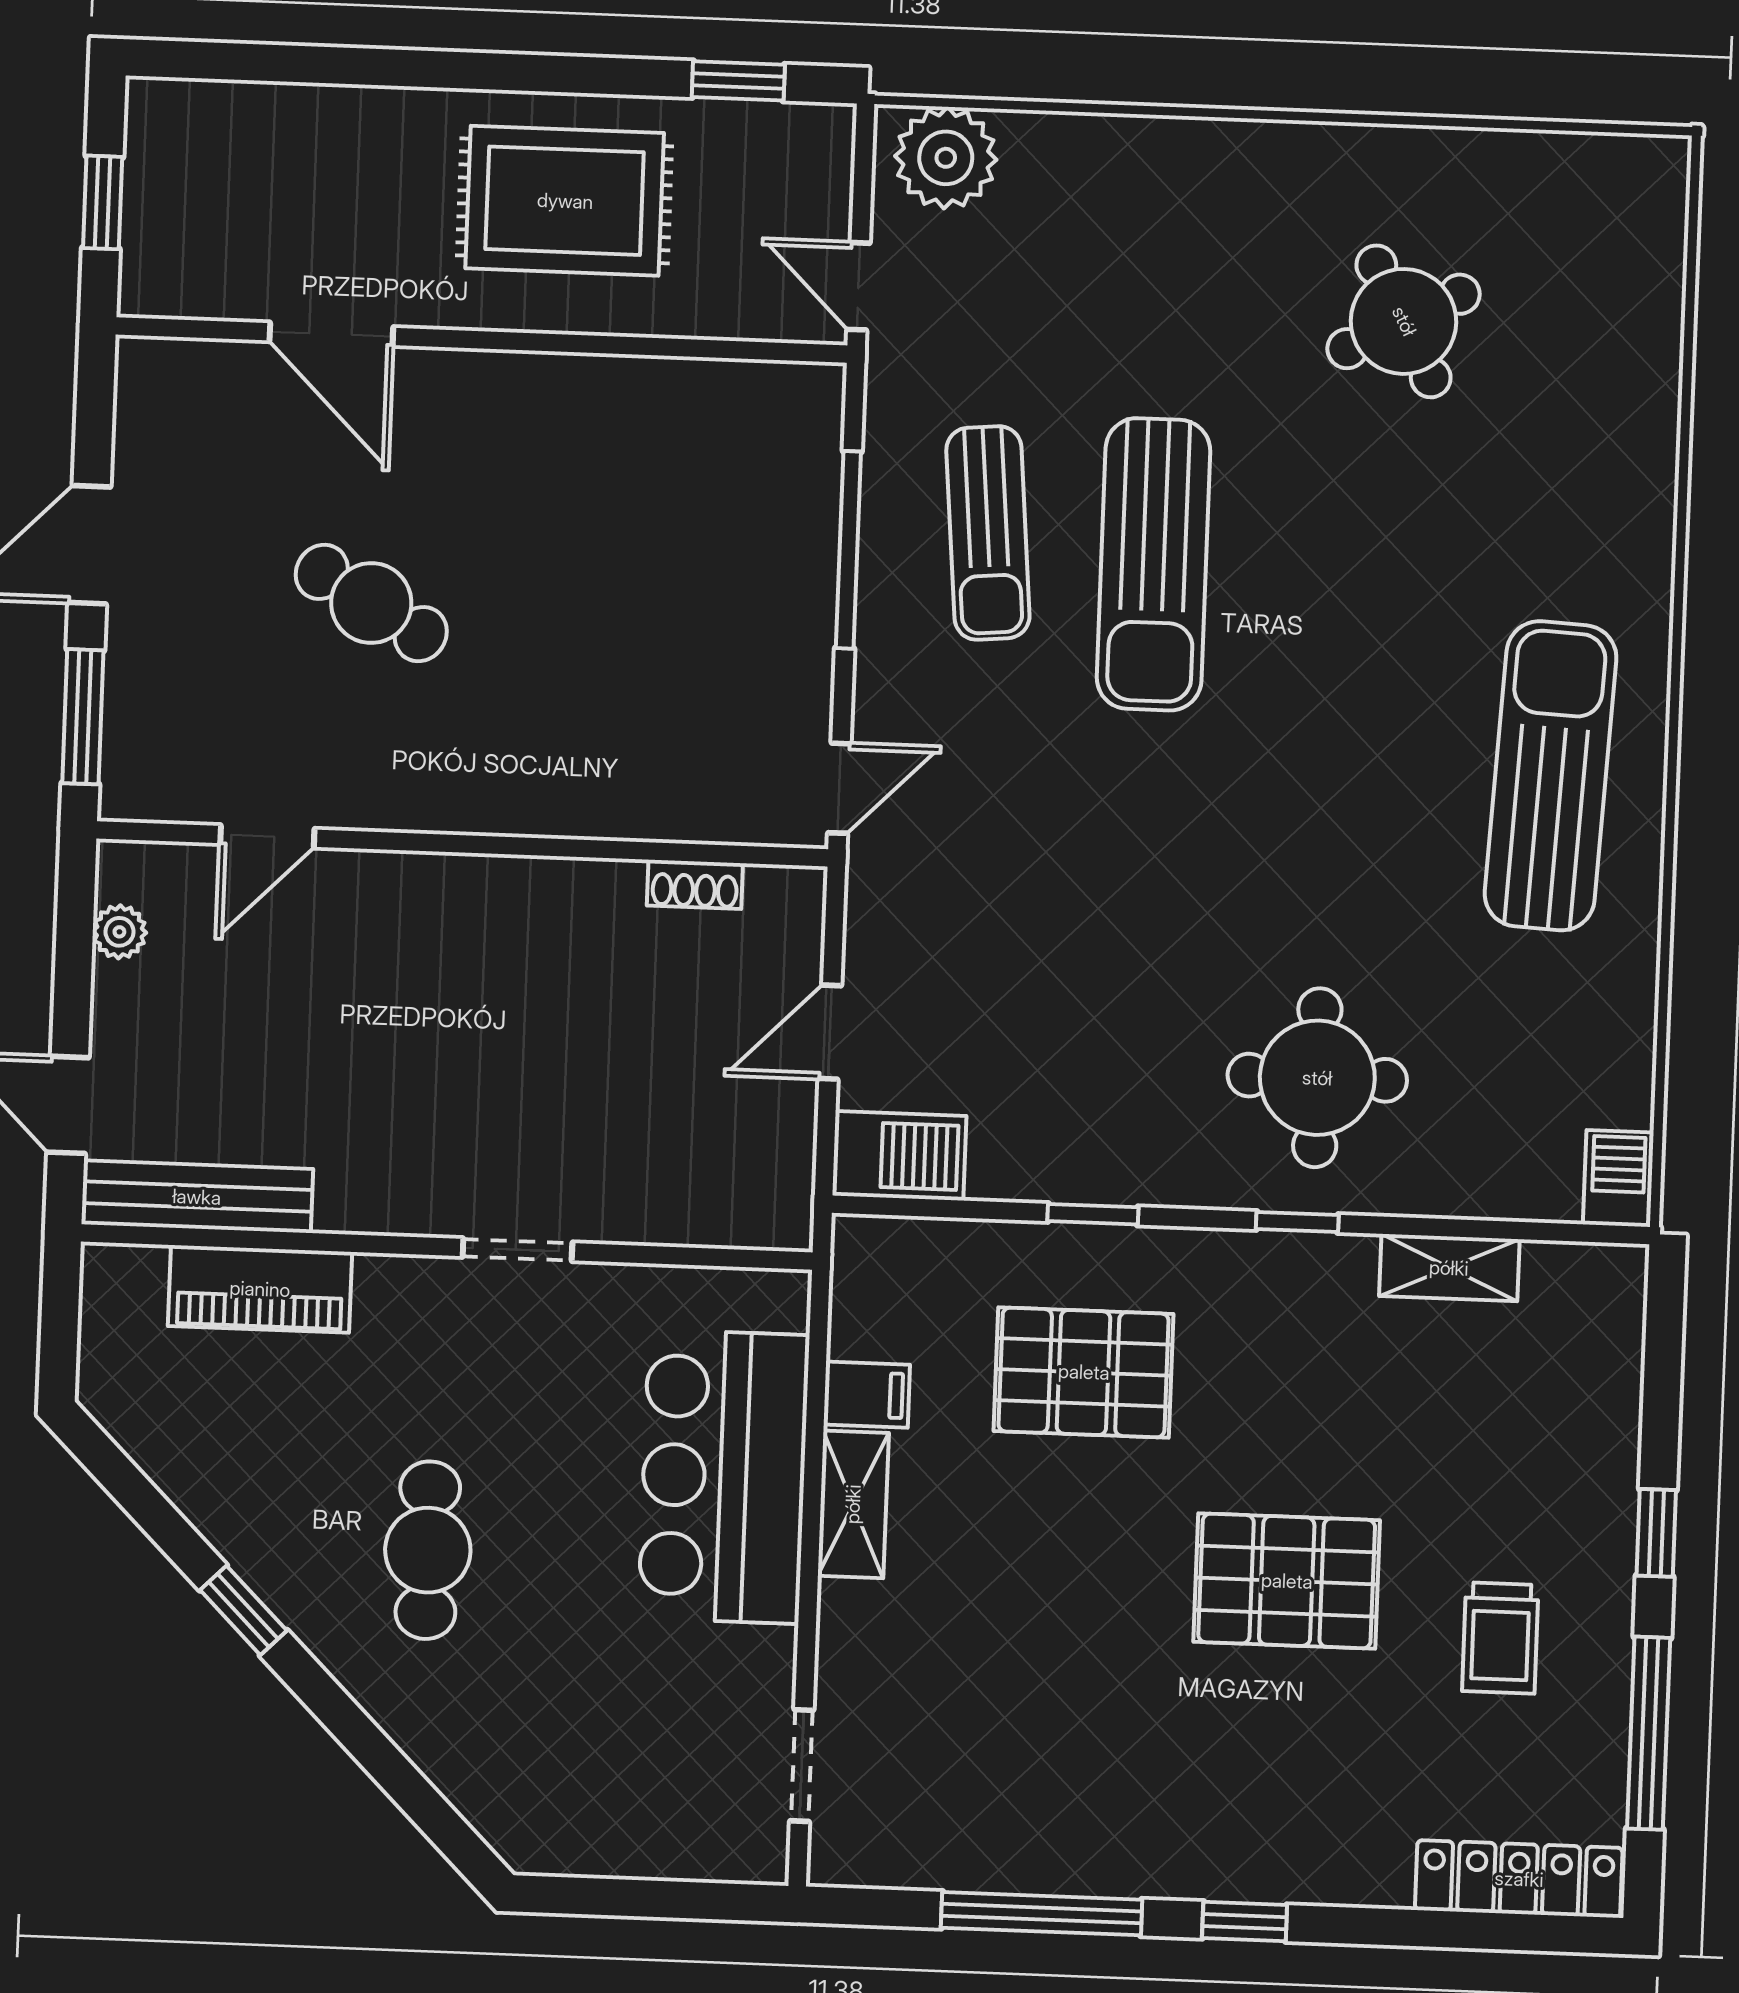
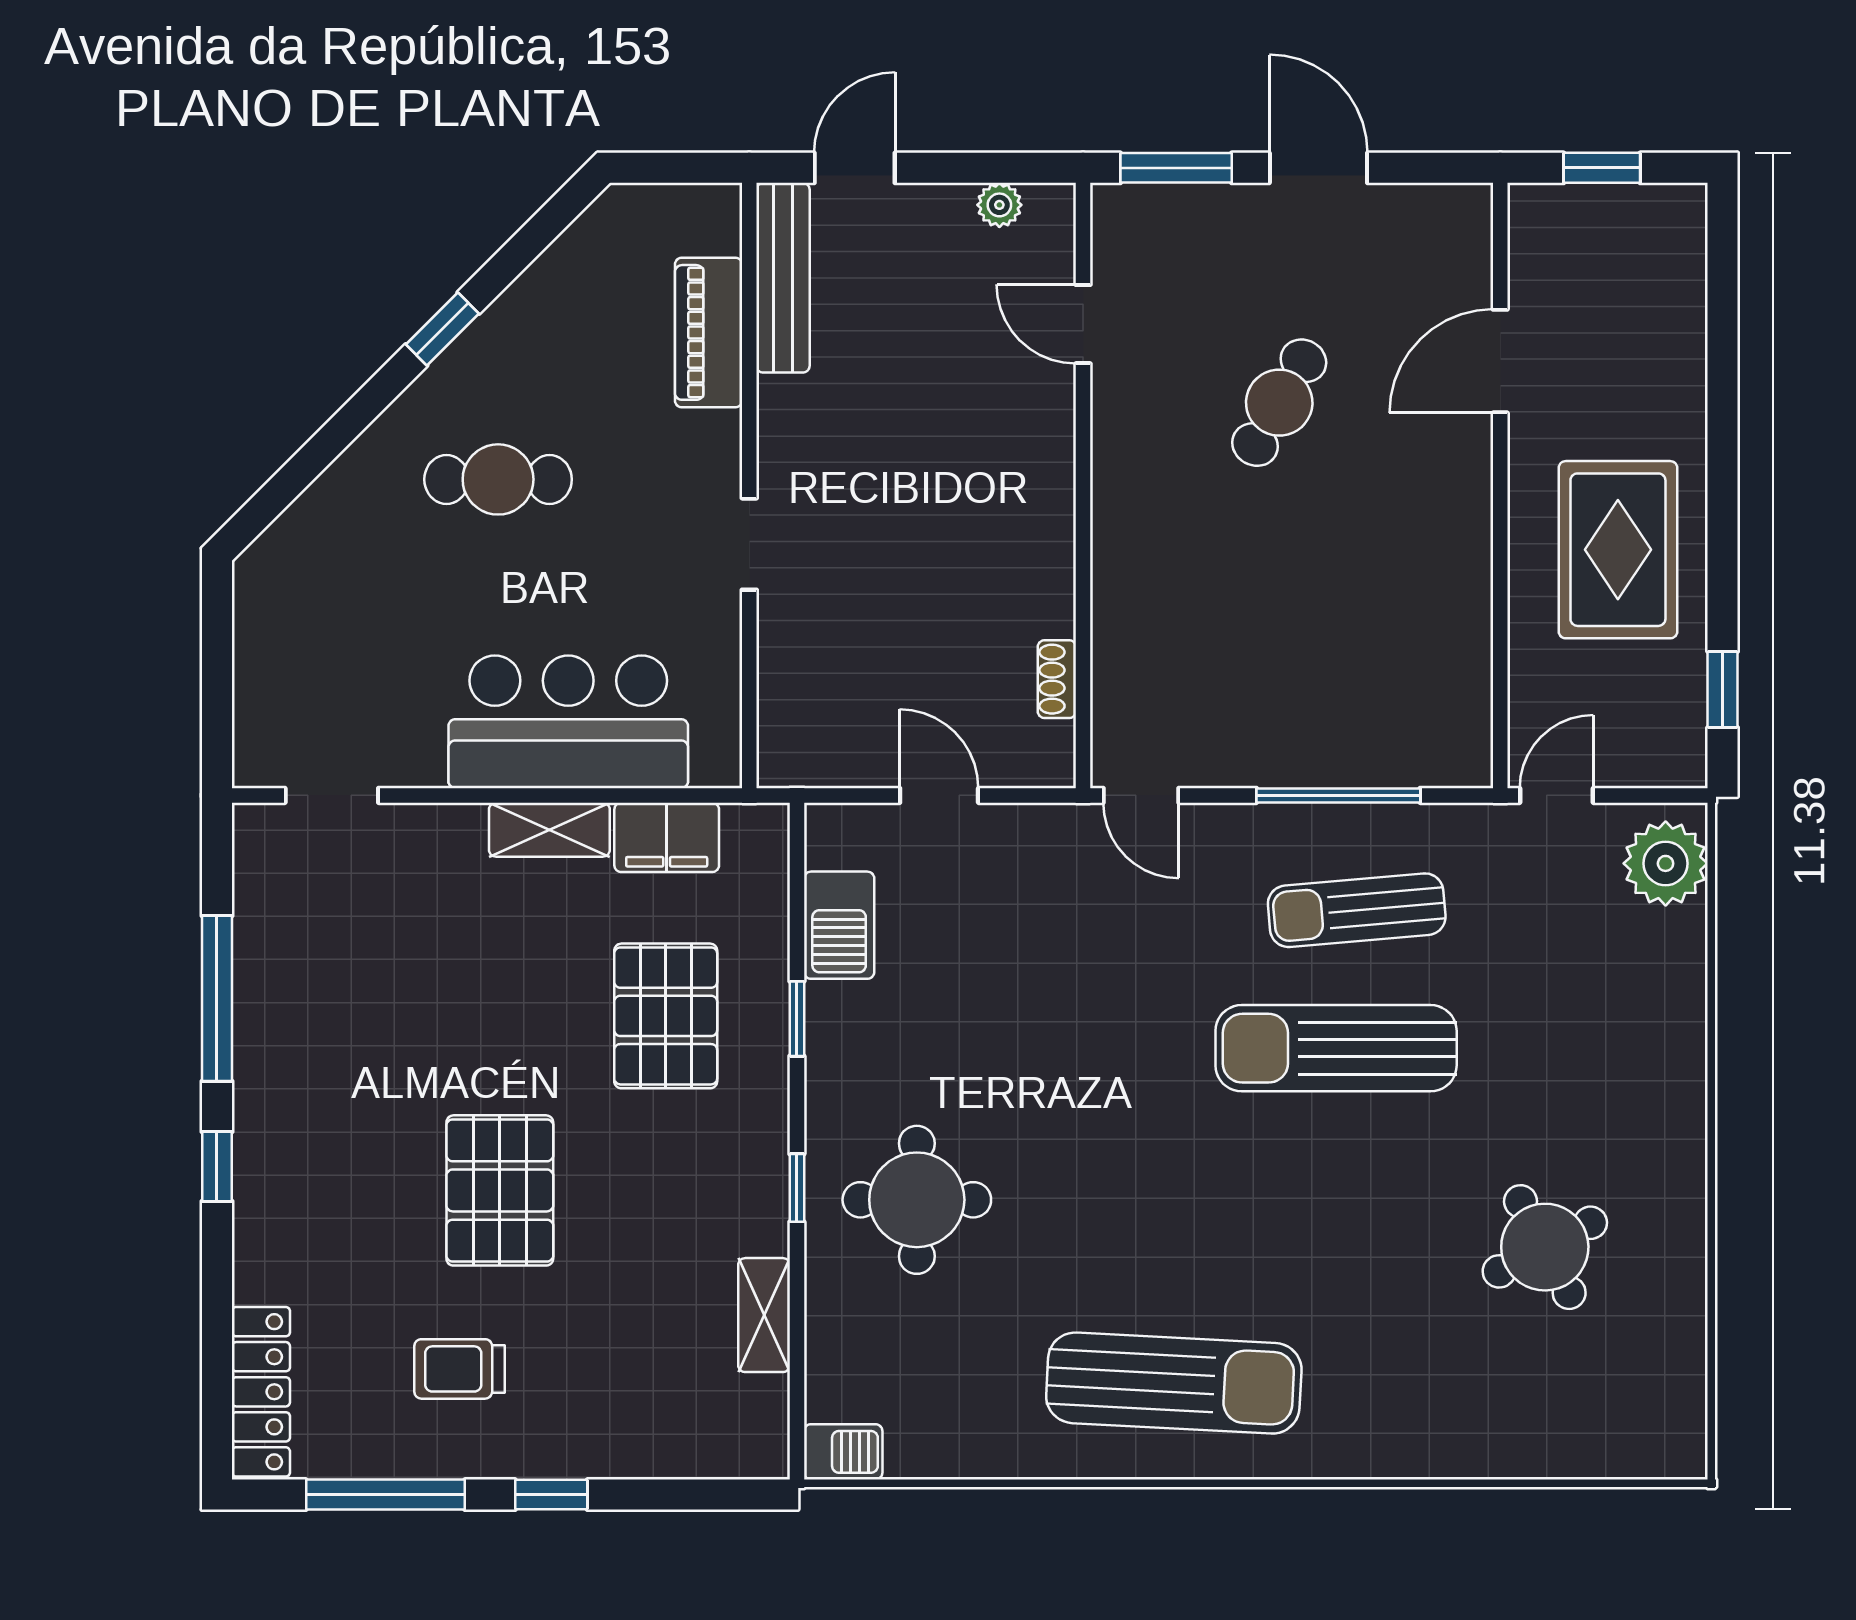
barbecue: (900, 1156) -> (839, 925), moved
filing cabinet: (867, 1395) -> (667, 837), width x2.00

